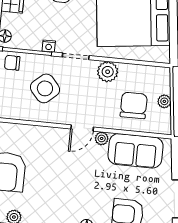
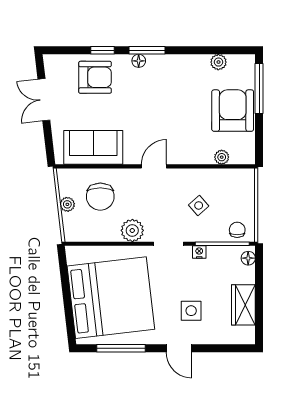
chair: (12, 63) -> (237, 230), turned -90
side table: (45, 88) -> (199, 205), width x0.54, depth x0.54
plant: (102, 138) -> (222, 157), moved

